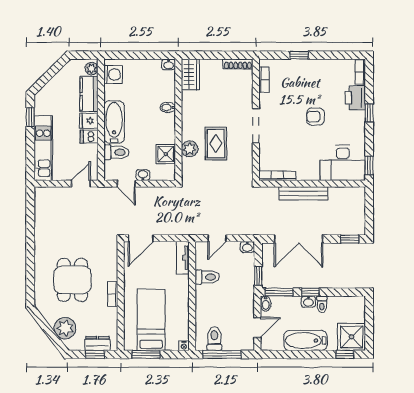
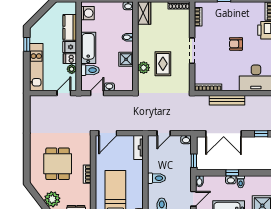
plant: (91, 69) -> (72, 69), moved
shower: (166, 154) -> (126, 59), moved
door: (126, 184) -> (97, 93), swing flipped
toilet: (207, 277) -> (156, 178), moved
window: (279, 292) -> (209, 173), removed

